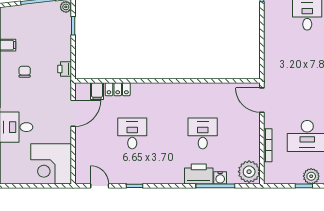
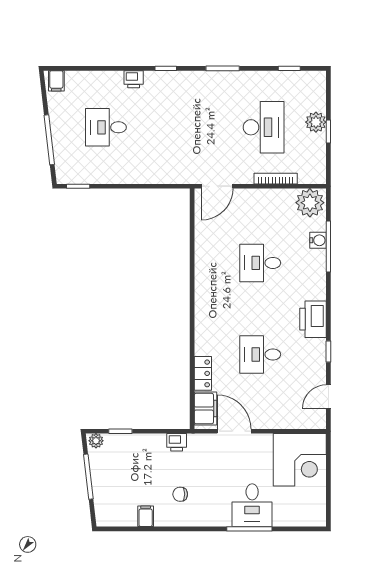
filing cabinet: (97, 91) -> (205, 409), width x2.00
printer: (199, 174) -> (313, 319), moved

